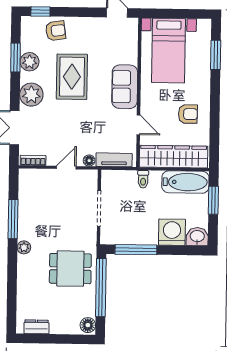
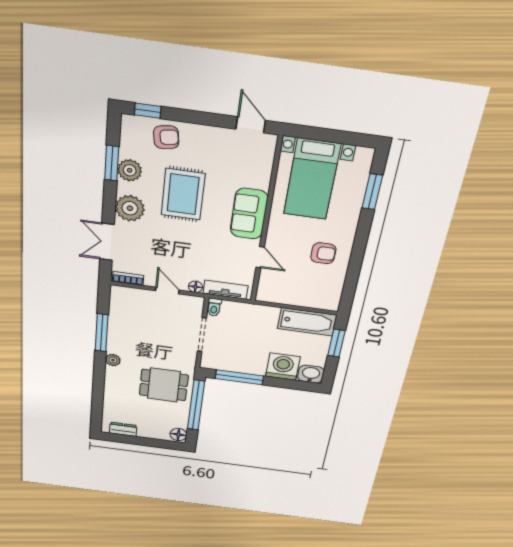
wardrobe: (173, 157) -> (298, 295), removed
door: (66, 168) -> (167, 290), hinge flipped
toilet: (143, 179) -> (214, 307), moved

